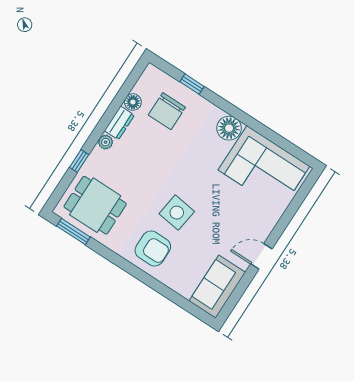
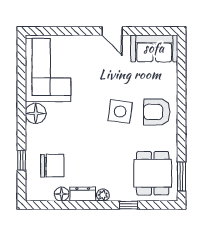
armchair: (153, 249) -> (157, 112), turned -90

